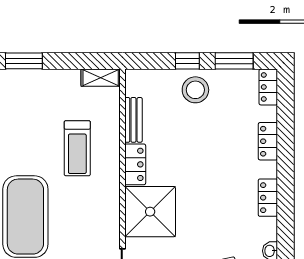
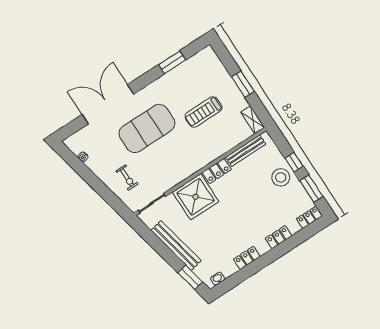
window: (24, 61) -> (243, 84), moved
bench: (133, 120) -> (246, 151), width x1.36
treadmill: (77, 148) -> (204, 112), moved

